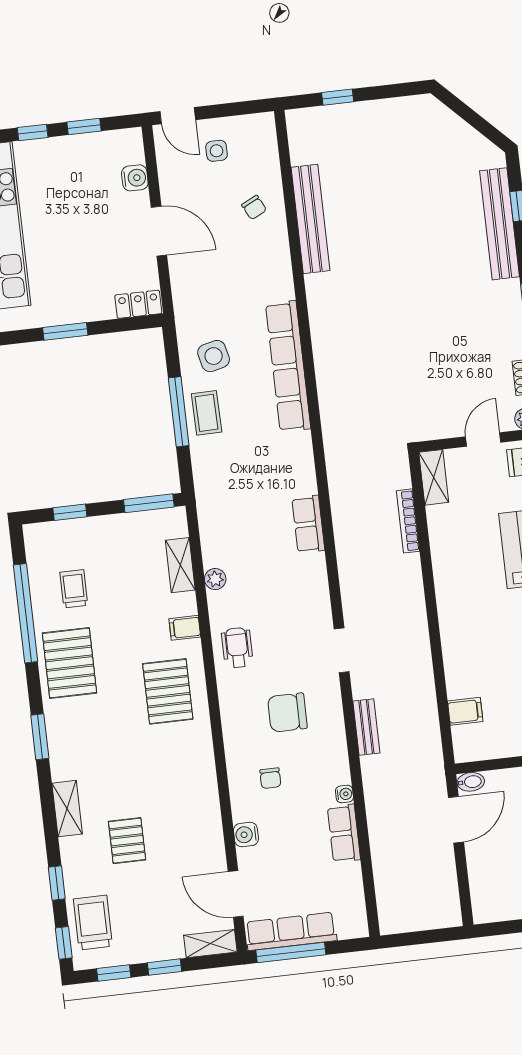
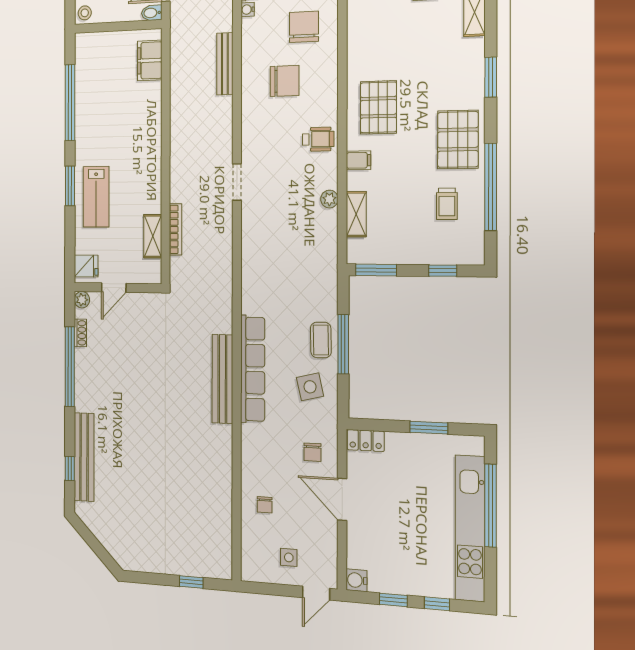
door: (178, 116) -> (316, 593), swing flipped
water cooler: (135, 178) -> (357, 580), moved
chair: (254, 207) -> (265, 505), turned -153
bench: (310, 219) -> (222, 379), moved
chair: (201, 280) -> (313, 452), added
shelving: (434, 477) -> (153, 236), moved
row of seats: (308, 524) -> (251, 236), removed
wheelchair: (237, 648) -> (318, 139), turned -90
doorway: (342, 650) -> (237, 182), moved
filing cabinet: (465, 711) -> (150, 60), width x2.00
bench: (366, 727) -> (225, 64), width x1.36
chair: (270, 778) -> (304, 27), width x1.87, depth x1.87

